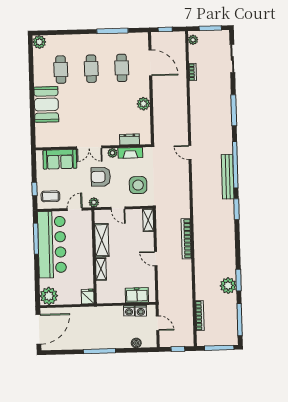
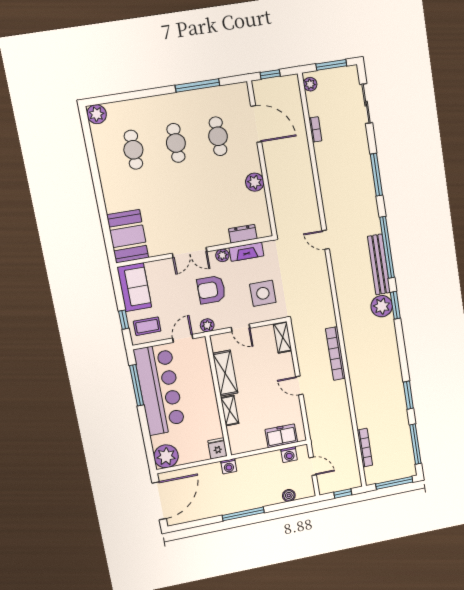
booth: (46, 104) -> (128, 236), moved
sofa: (60, 159) -> (134, 287), moved, turned -90
plant: (228, 286) -> (382, 306), moved
washing machine: (129, 311) -> (229, 466), moved

